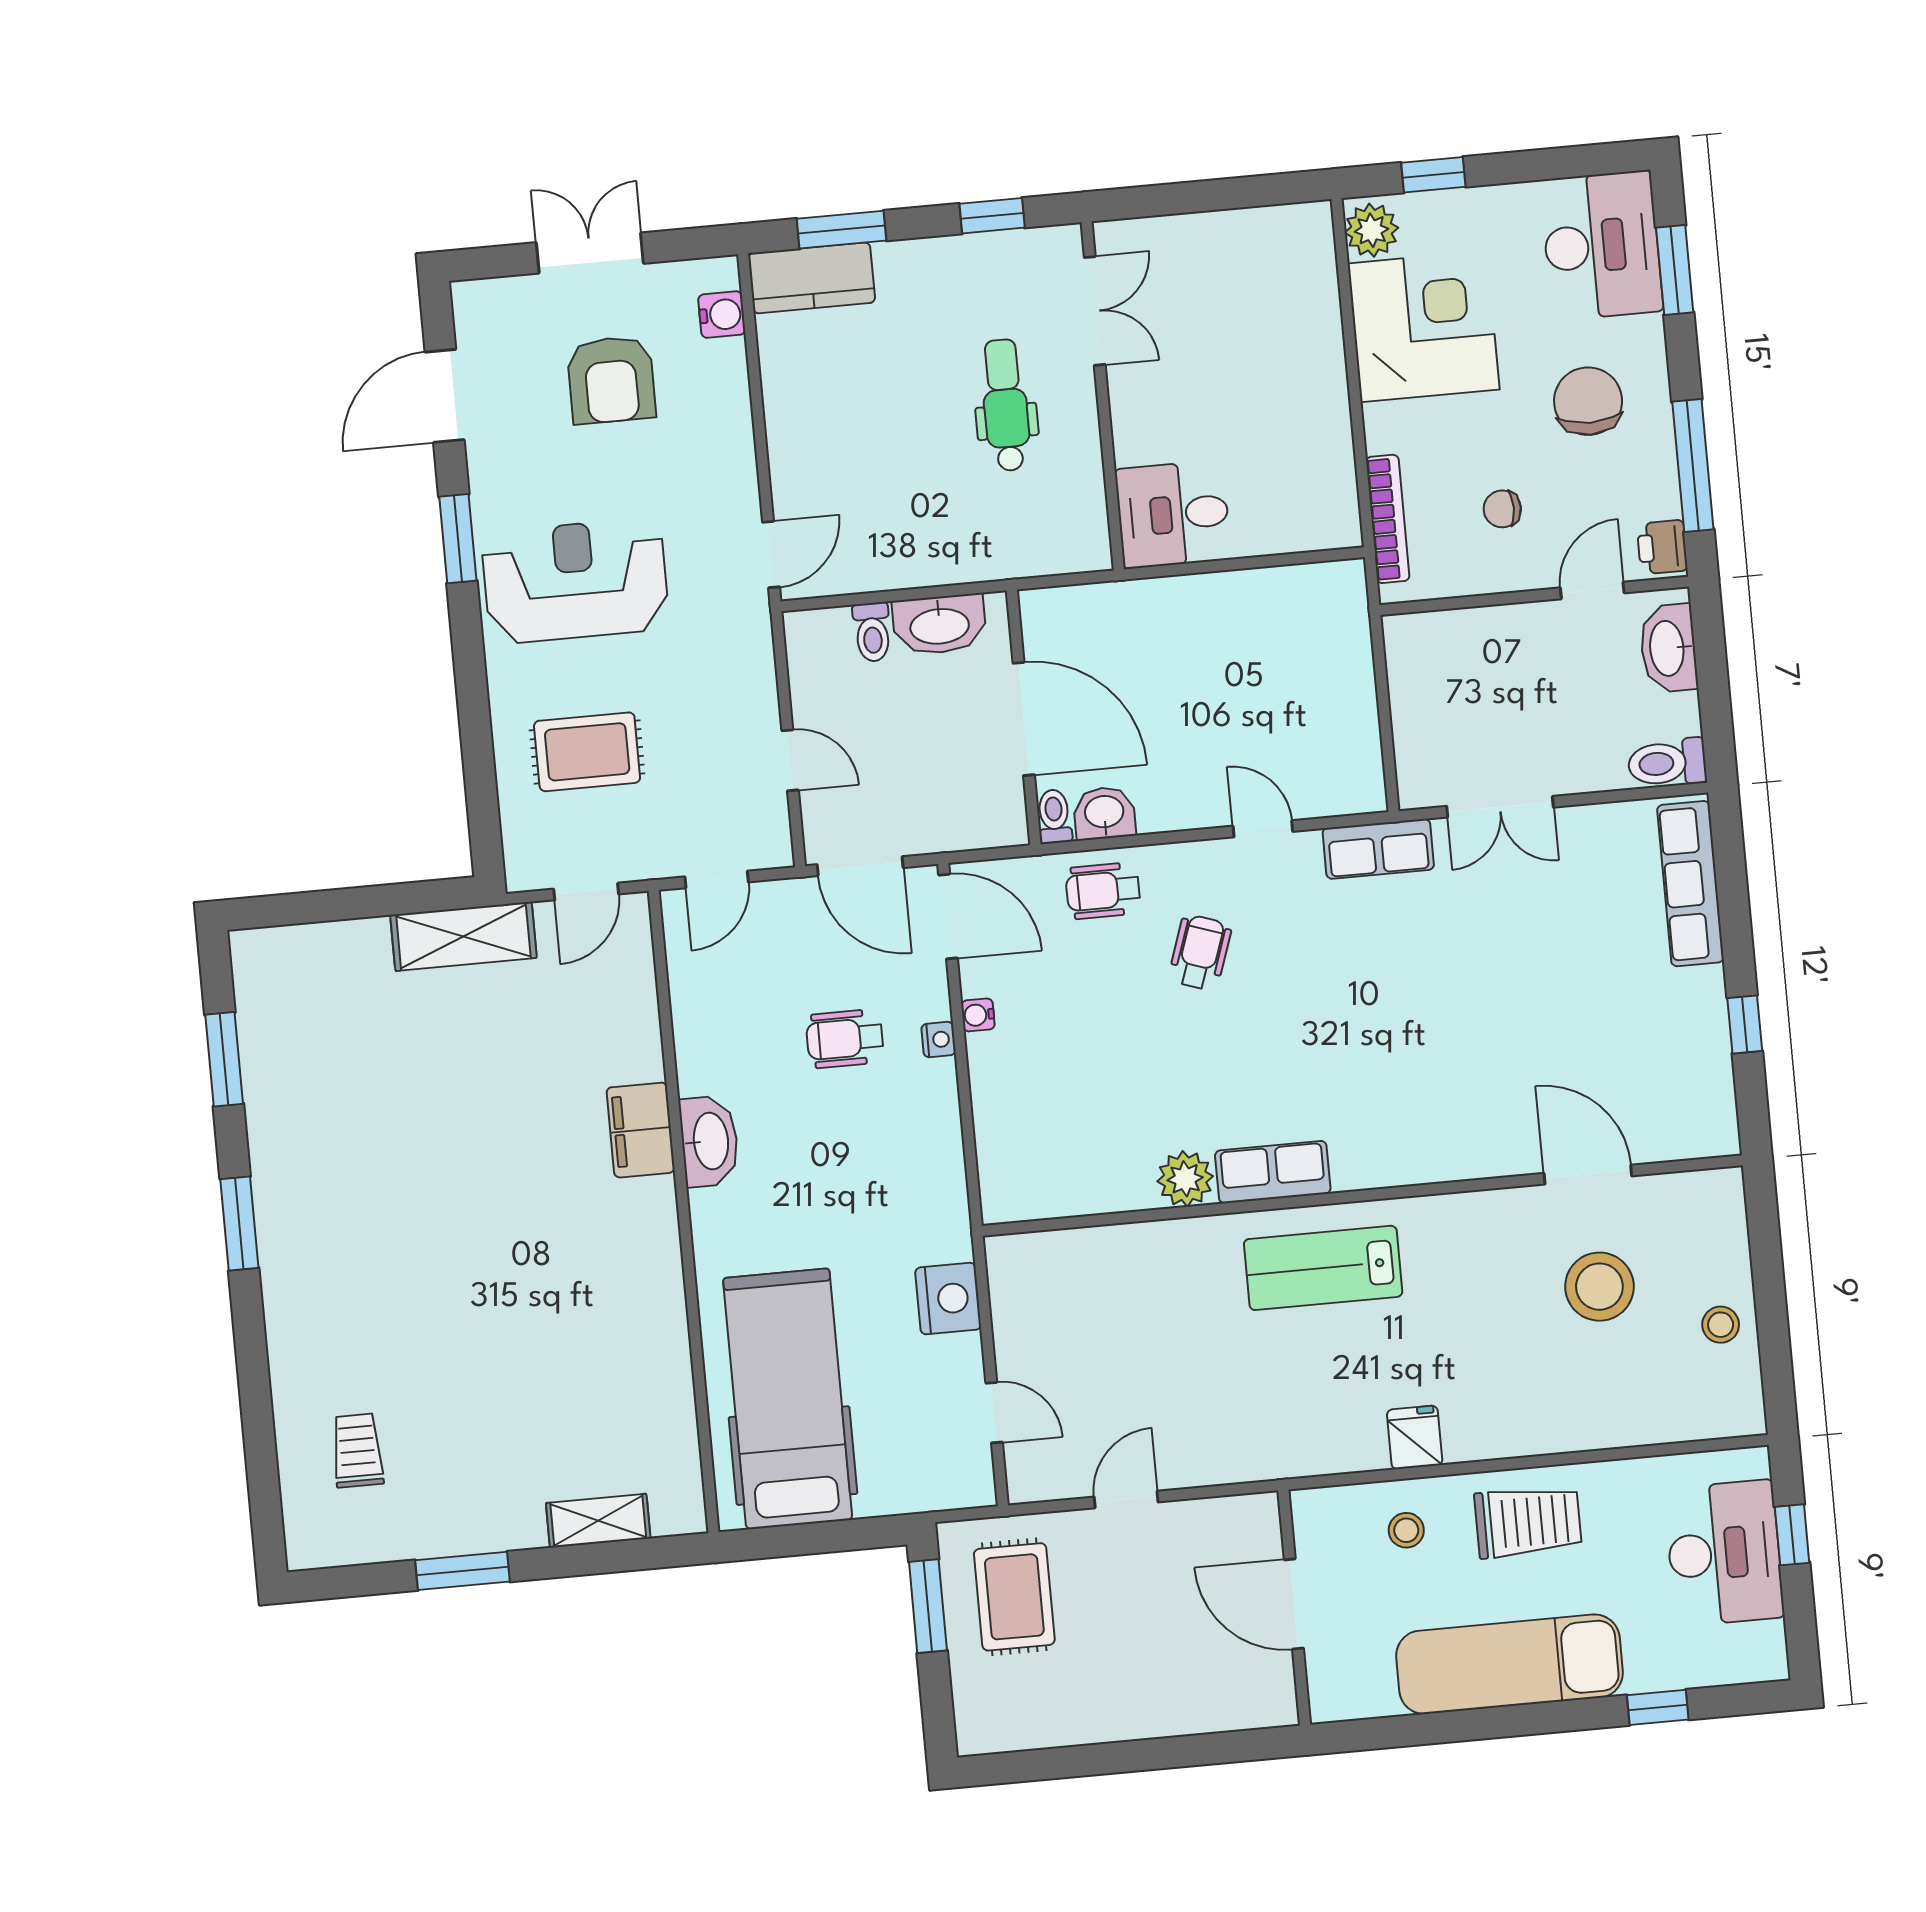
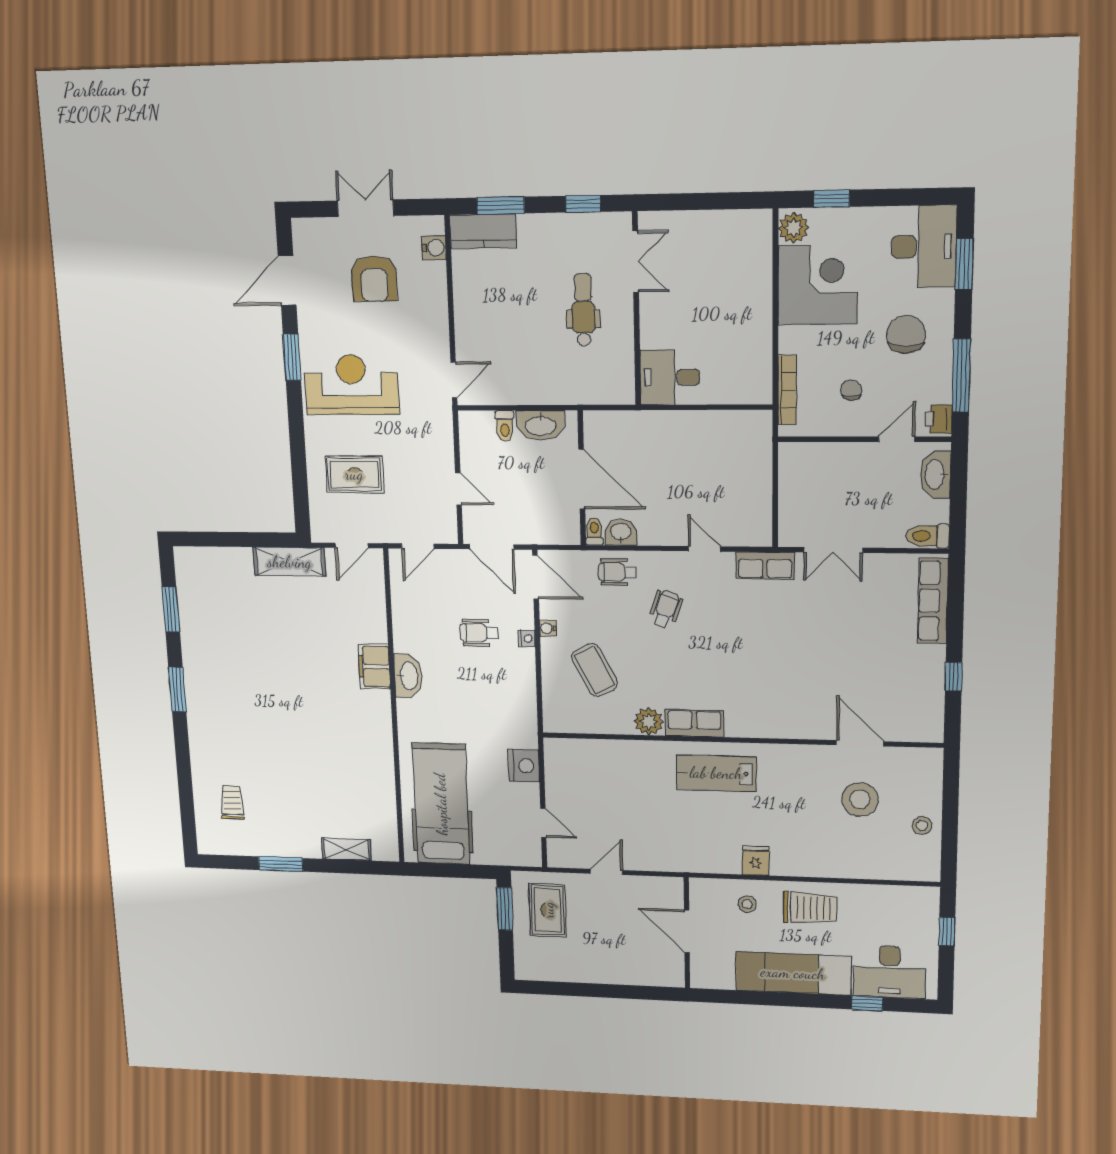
chair: (1502, 509) -> (851, 390), turned 90
coffee table: (1074, 1088) -> (595, 670), added
desk: (1724, 1553) -> (889, 972), moved, turned 90

